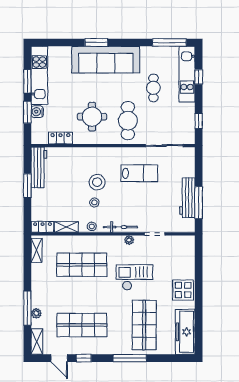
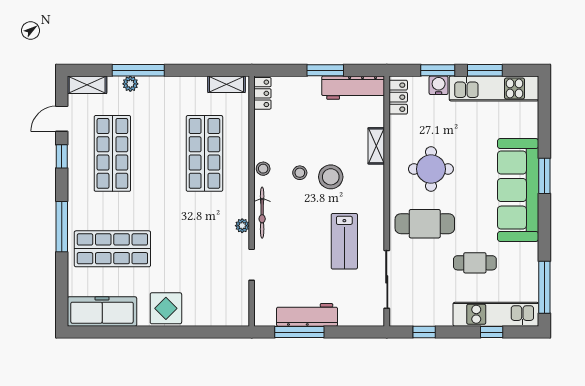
locker: (60, 138) -> (398, 97), moved
shelving: (66, 227) -> (376, 146), moved
checkout: (134, 277) -> (185, 234), removed

